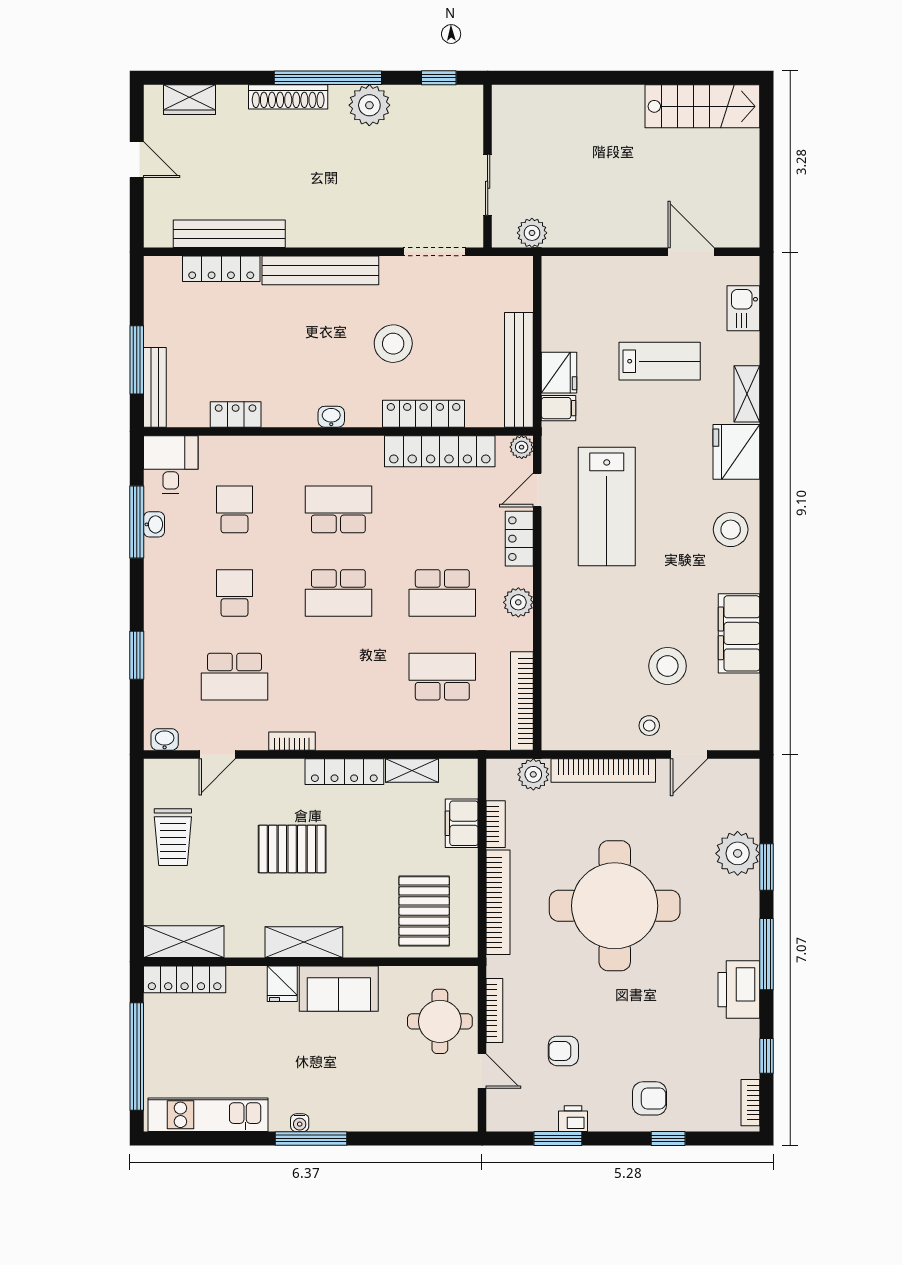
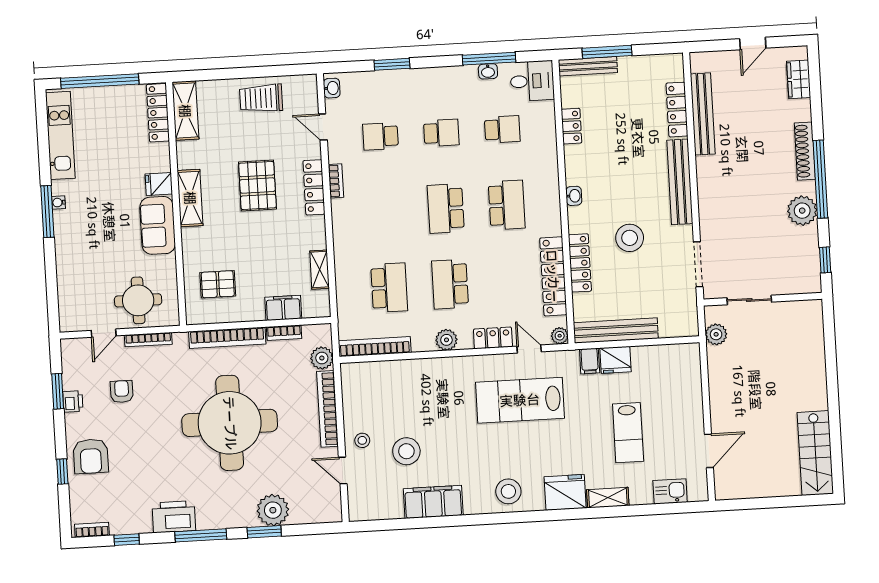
school desk: (235, 677) -> (380, 136), width x0.54
locker: (344, 772) -> (314, 187), moved
pallet: (424, 911) -> (218, 284), width x0.67, depth x0.71
armchair: (650, 1098) -> (91, 456), width x1.38, depth x1.38

